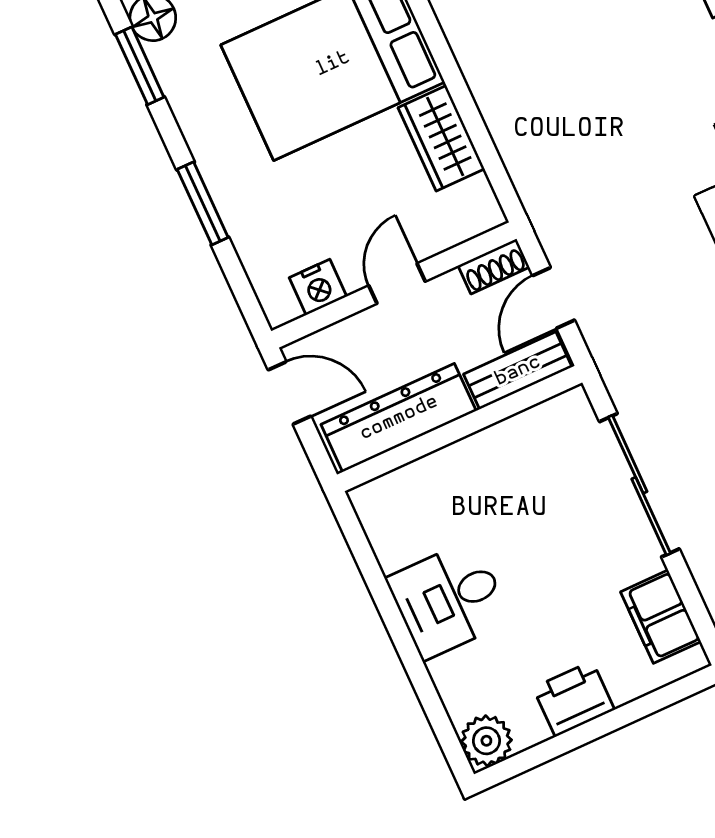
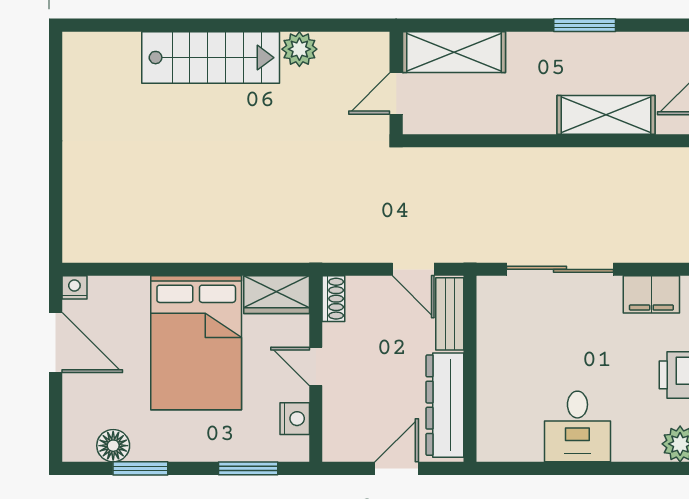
shoe rack: (494, 266) -> (333, 299), moved
door: (397, 284) -> (316, 366), moved
wall: (394, 285) -> (316, 369), moved
nightstand: (318, 287) -> (295, 419), moved

